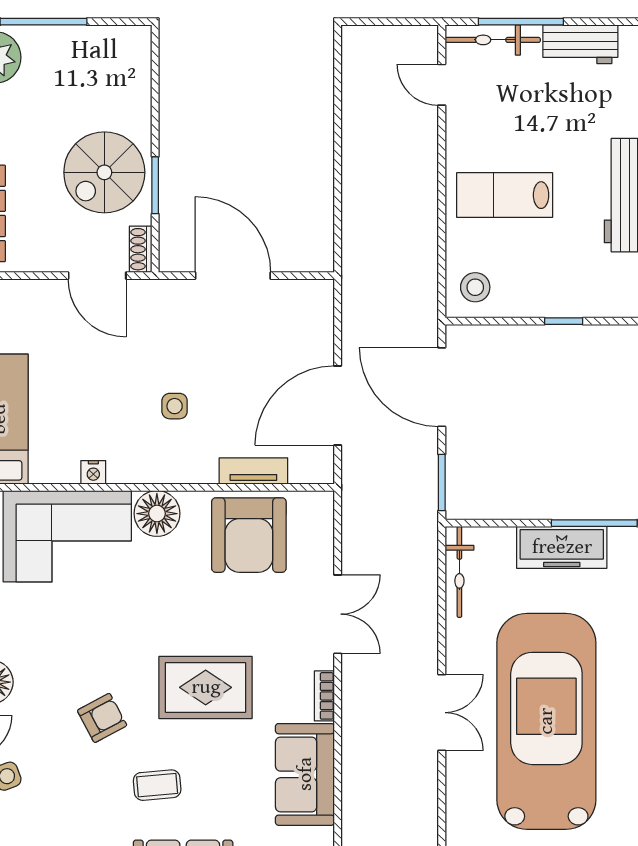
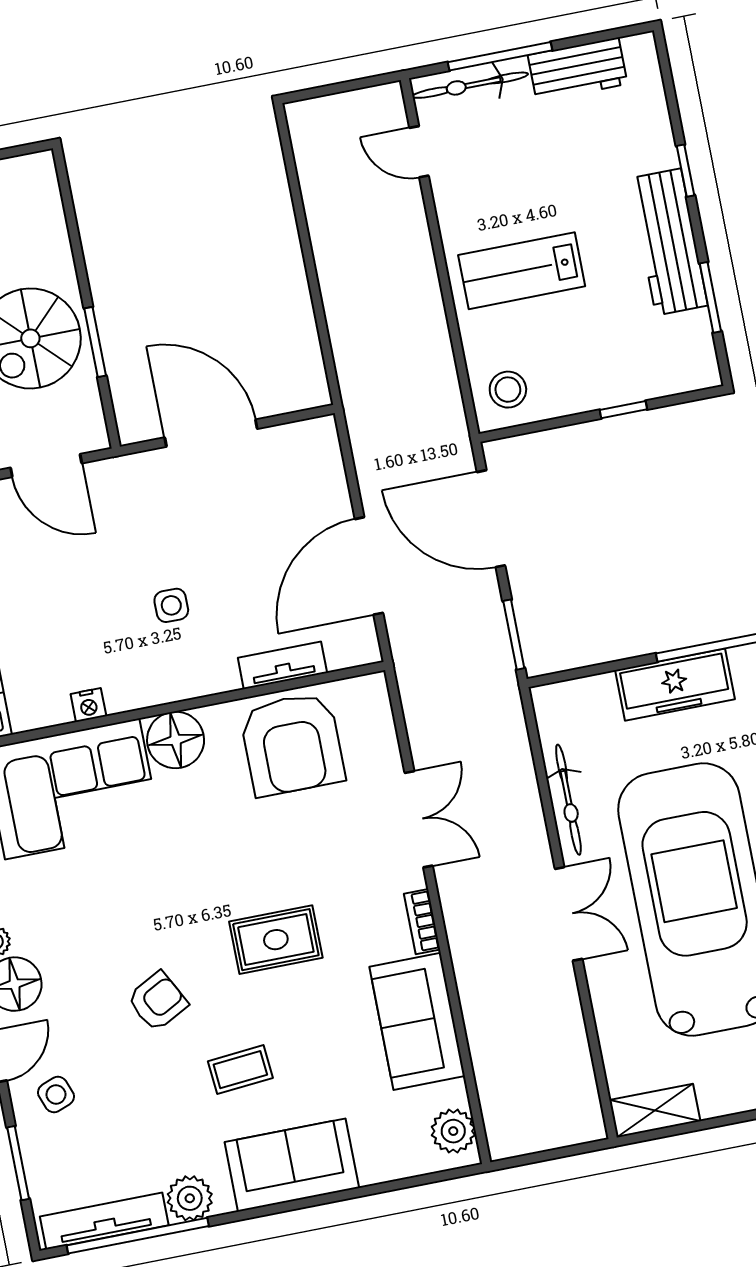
shoe rack: (141, 249) -> (93, 423), removed
bicycle: (459, 572) -> (568, 800), moved
rug: (206, 687) -> (276, 940), width x0.73, depth x0.70

